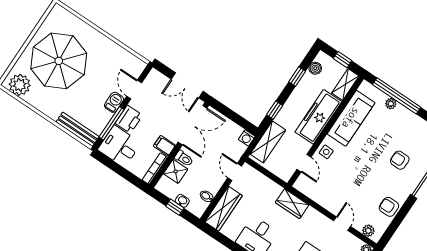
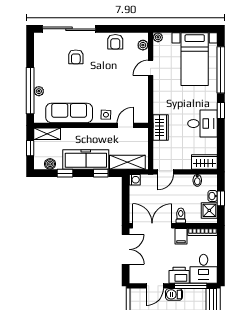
freezer: (318, 117) -> (86, 160), moved, turned 180
shower: (176, 171) -> (209, 210), moved
wardrobe: (292, 204) -> (161, 127), moved
wardrobe: (223, 209) -> (204, 162), width x0.67

